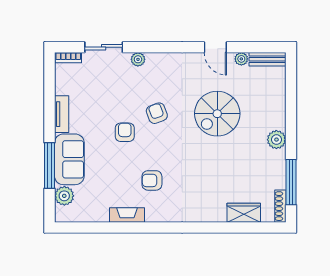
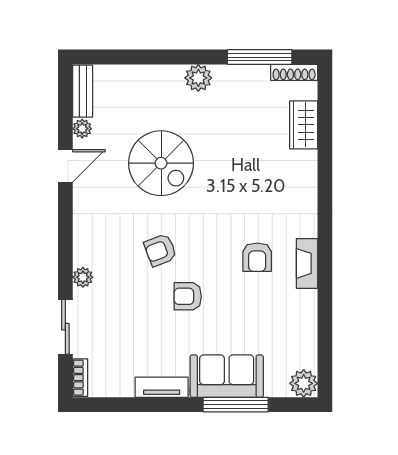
plant: (64, 196) -> (304, 383), moved
fireplace: (127, 215) -> (307, 263), moved

